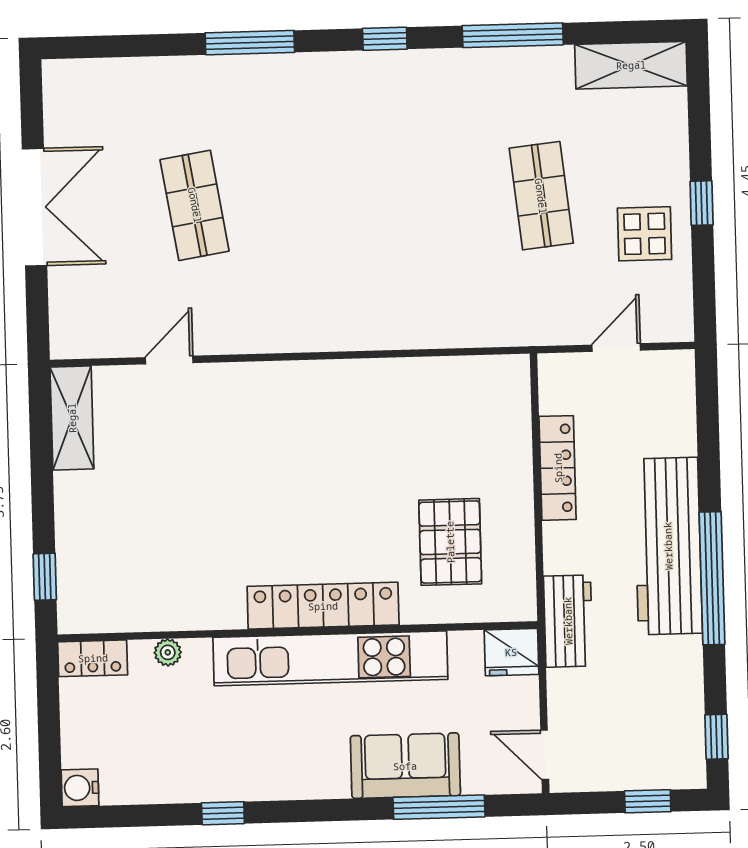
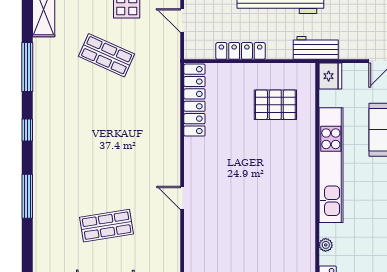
shop shelf: (541, 196) -> (107, 55), turned 30
door: (169, 360) -> (182, 198), moved
locker: (323, 606) -> (194, 100), moved, turned 180

